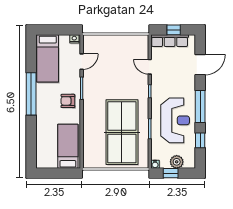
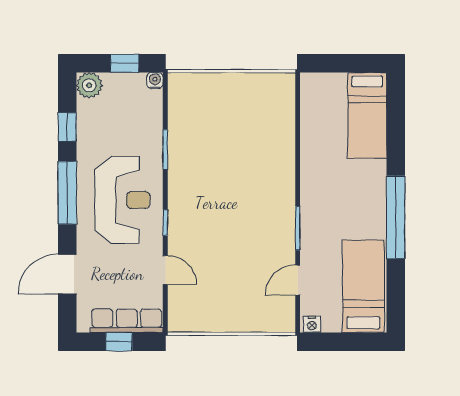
armchair: (68, 101) -> (324, 204), removed
reception desk: (175, 120) -> (122, 200), moved, turned 180
table tennis table: (122, 132) -> (219, 143), removed
bed: (68, 146) -> (367, 115), moved
plant: (177, 162) -> (89, 85), moved

